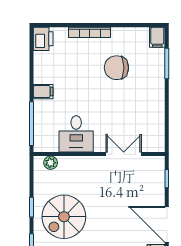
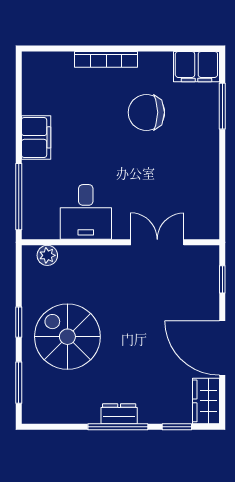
filing cabinet: (157, 37) -> (196, 67), width x2.00
printer: (43, 39) -> (36, 69), removed
filing cabinet: (43, 92) -> (36, 137), width x2.00
spiral stairs: (64, 217) -> (67, 337), turned 90

